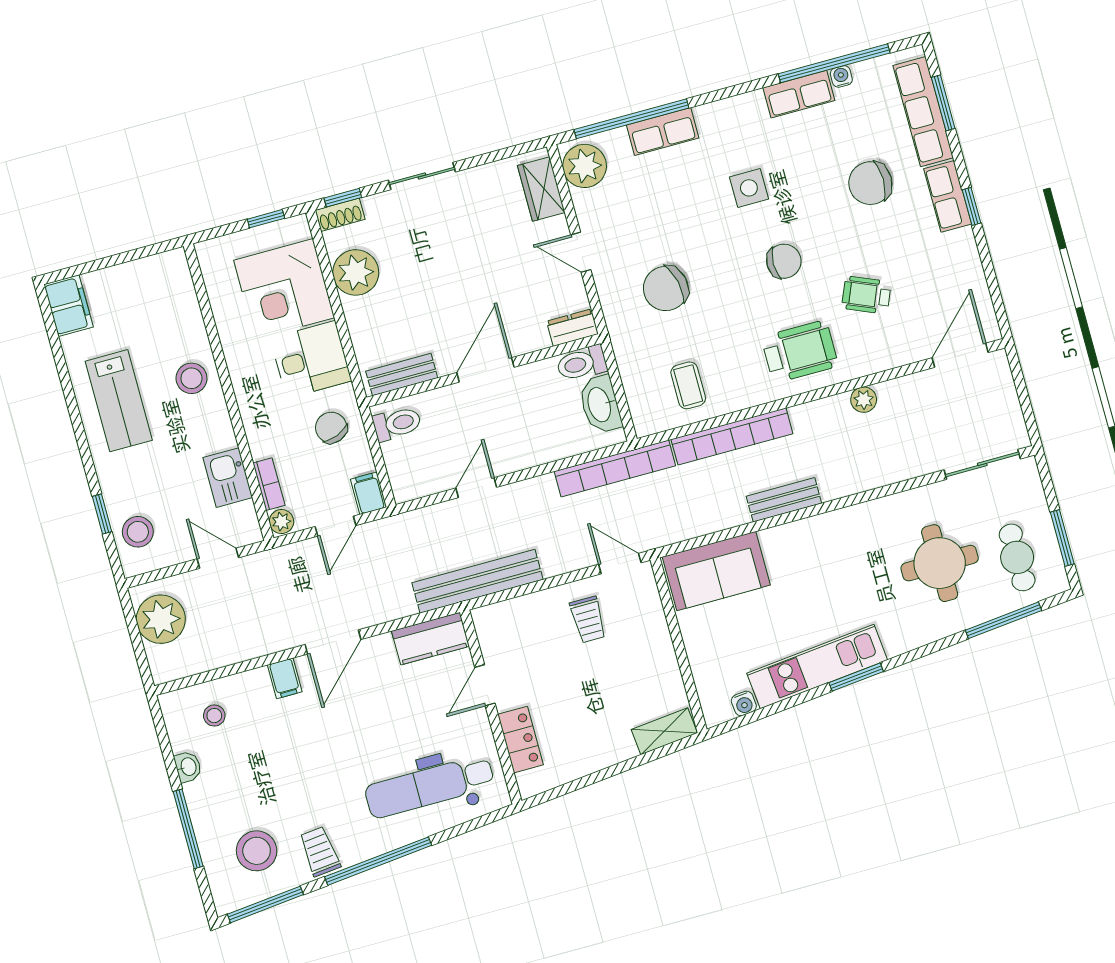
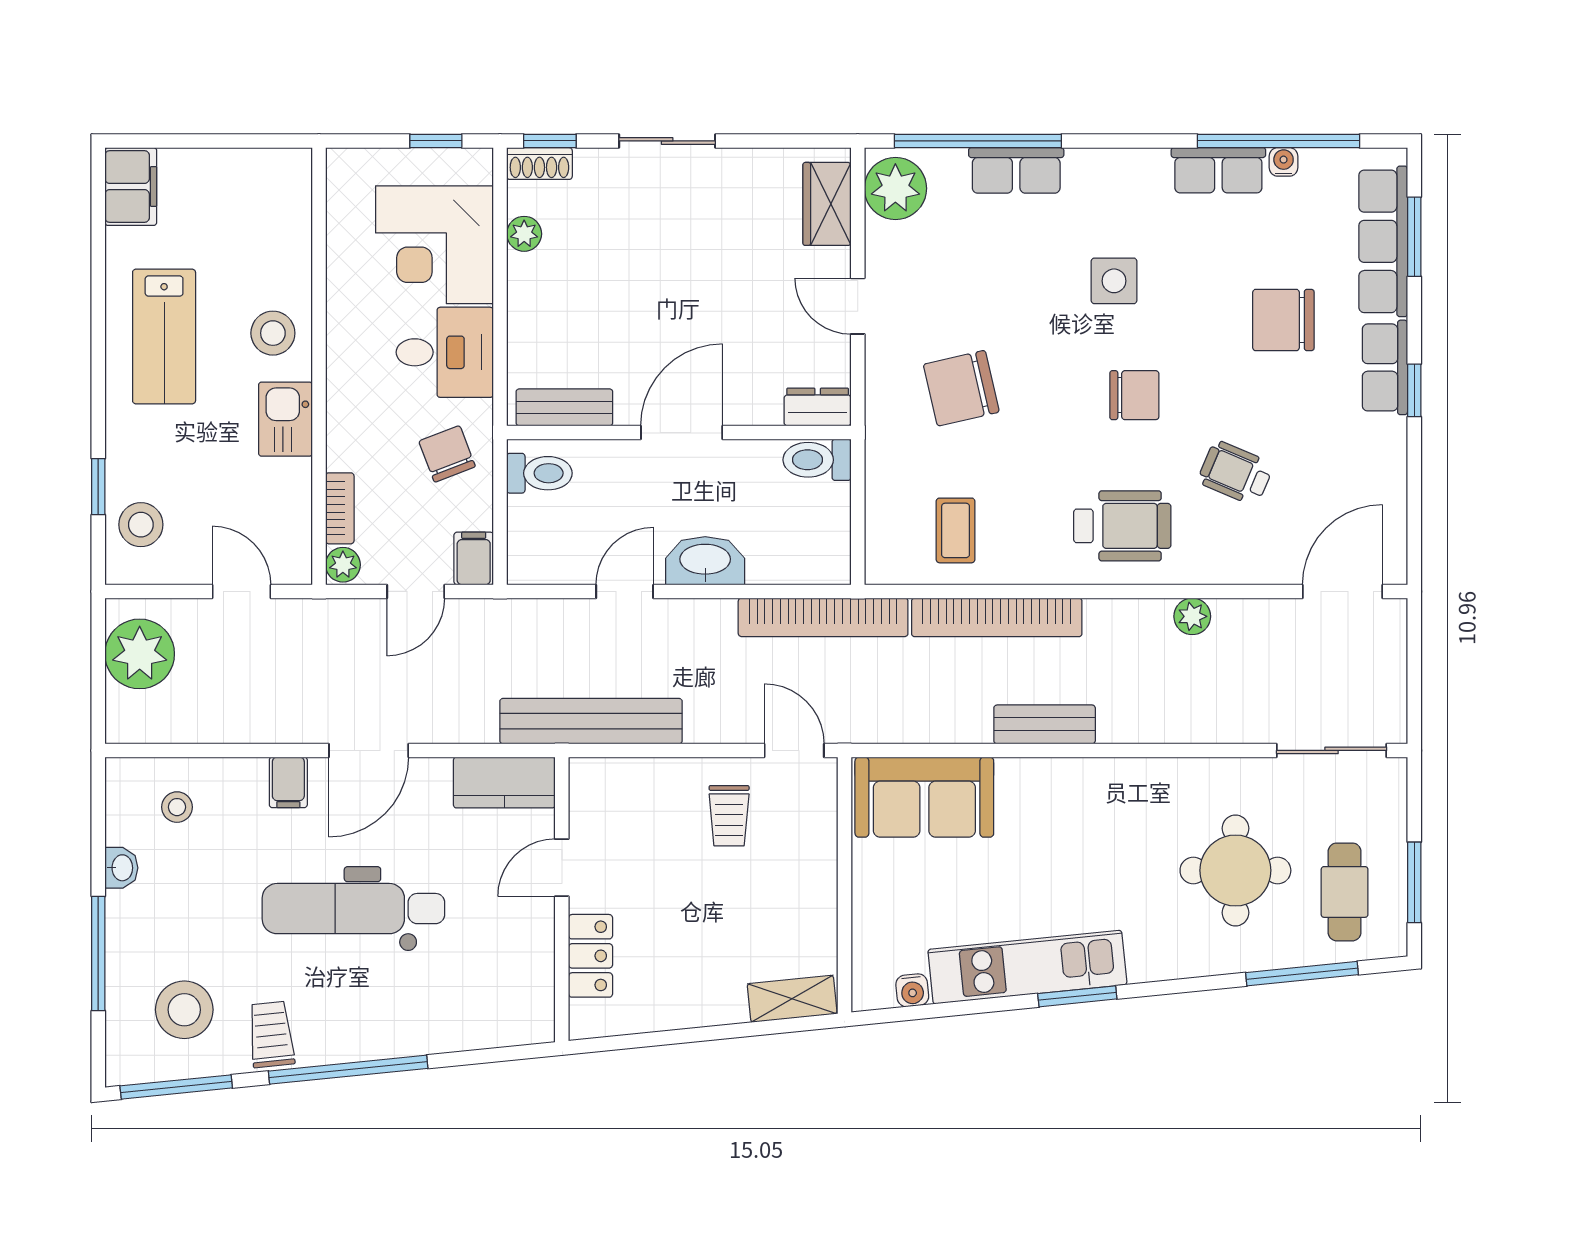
plant: (356, 272) -> (524, 234), width x0.53, depth x0.53
washbasin: (600, 404) -> (705, 561), moved, turned 90
kitchen sink: (228, 478) -> (285, 419), moved
dental chair: (430, 786) -> (353, 909), moved

